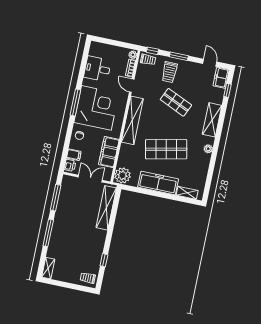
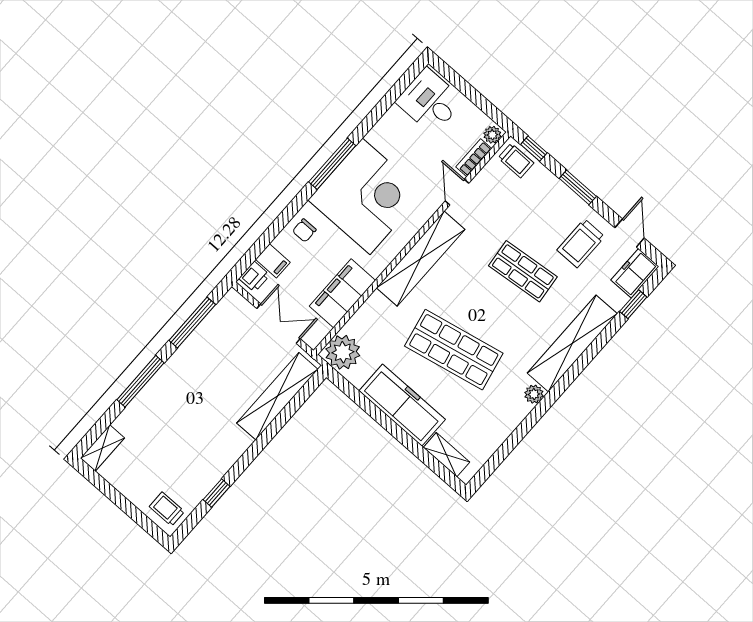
desk: (97, 69) -> (430, 101), moved
trolley: (169, 72) -> (581, 243), moved
shop shelf: (176, 102) -> (523, 271), turned -30
shelving: (212, 120) -> (572, 343), width x1.47

